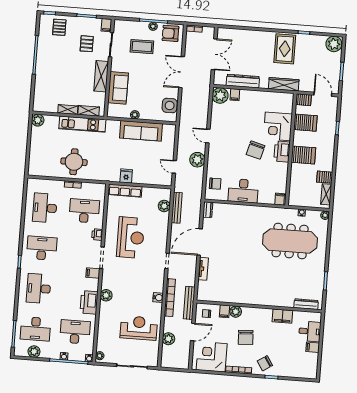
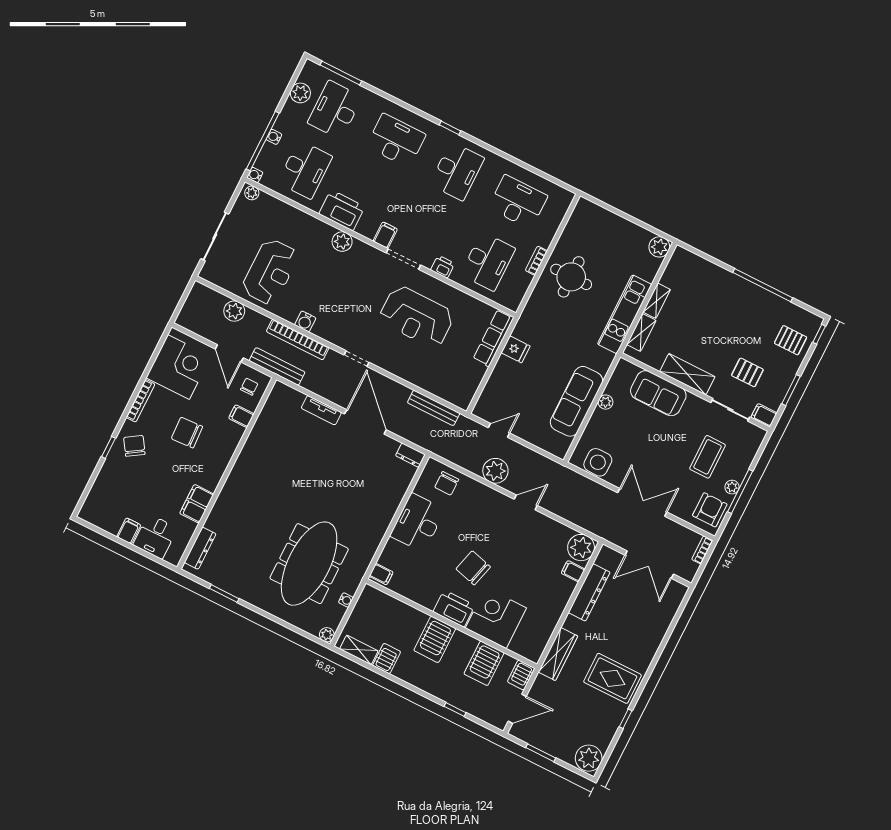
plant: (164, 206) -> (444, 389), removed
plant: (236, 312) -> (234, 433), removed

